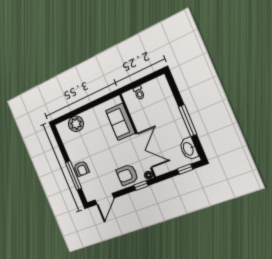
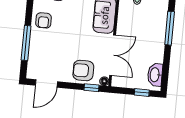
window: (188, 121) -> (170, 28), moved
armchair: (82, 169) -> (43, 20), moved

